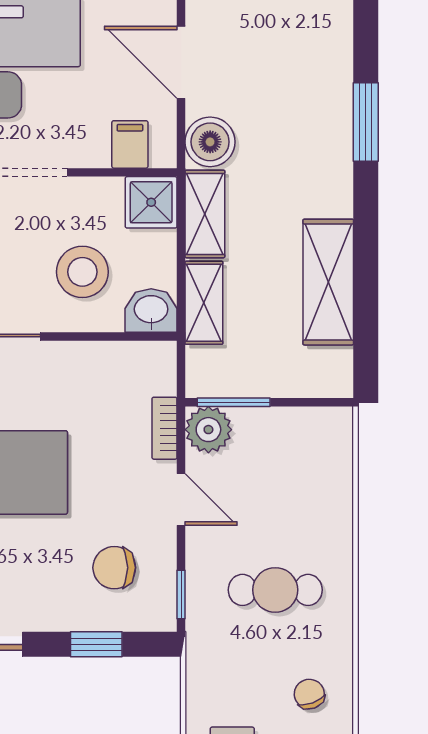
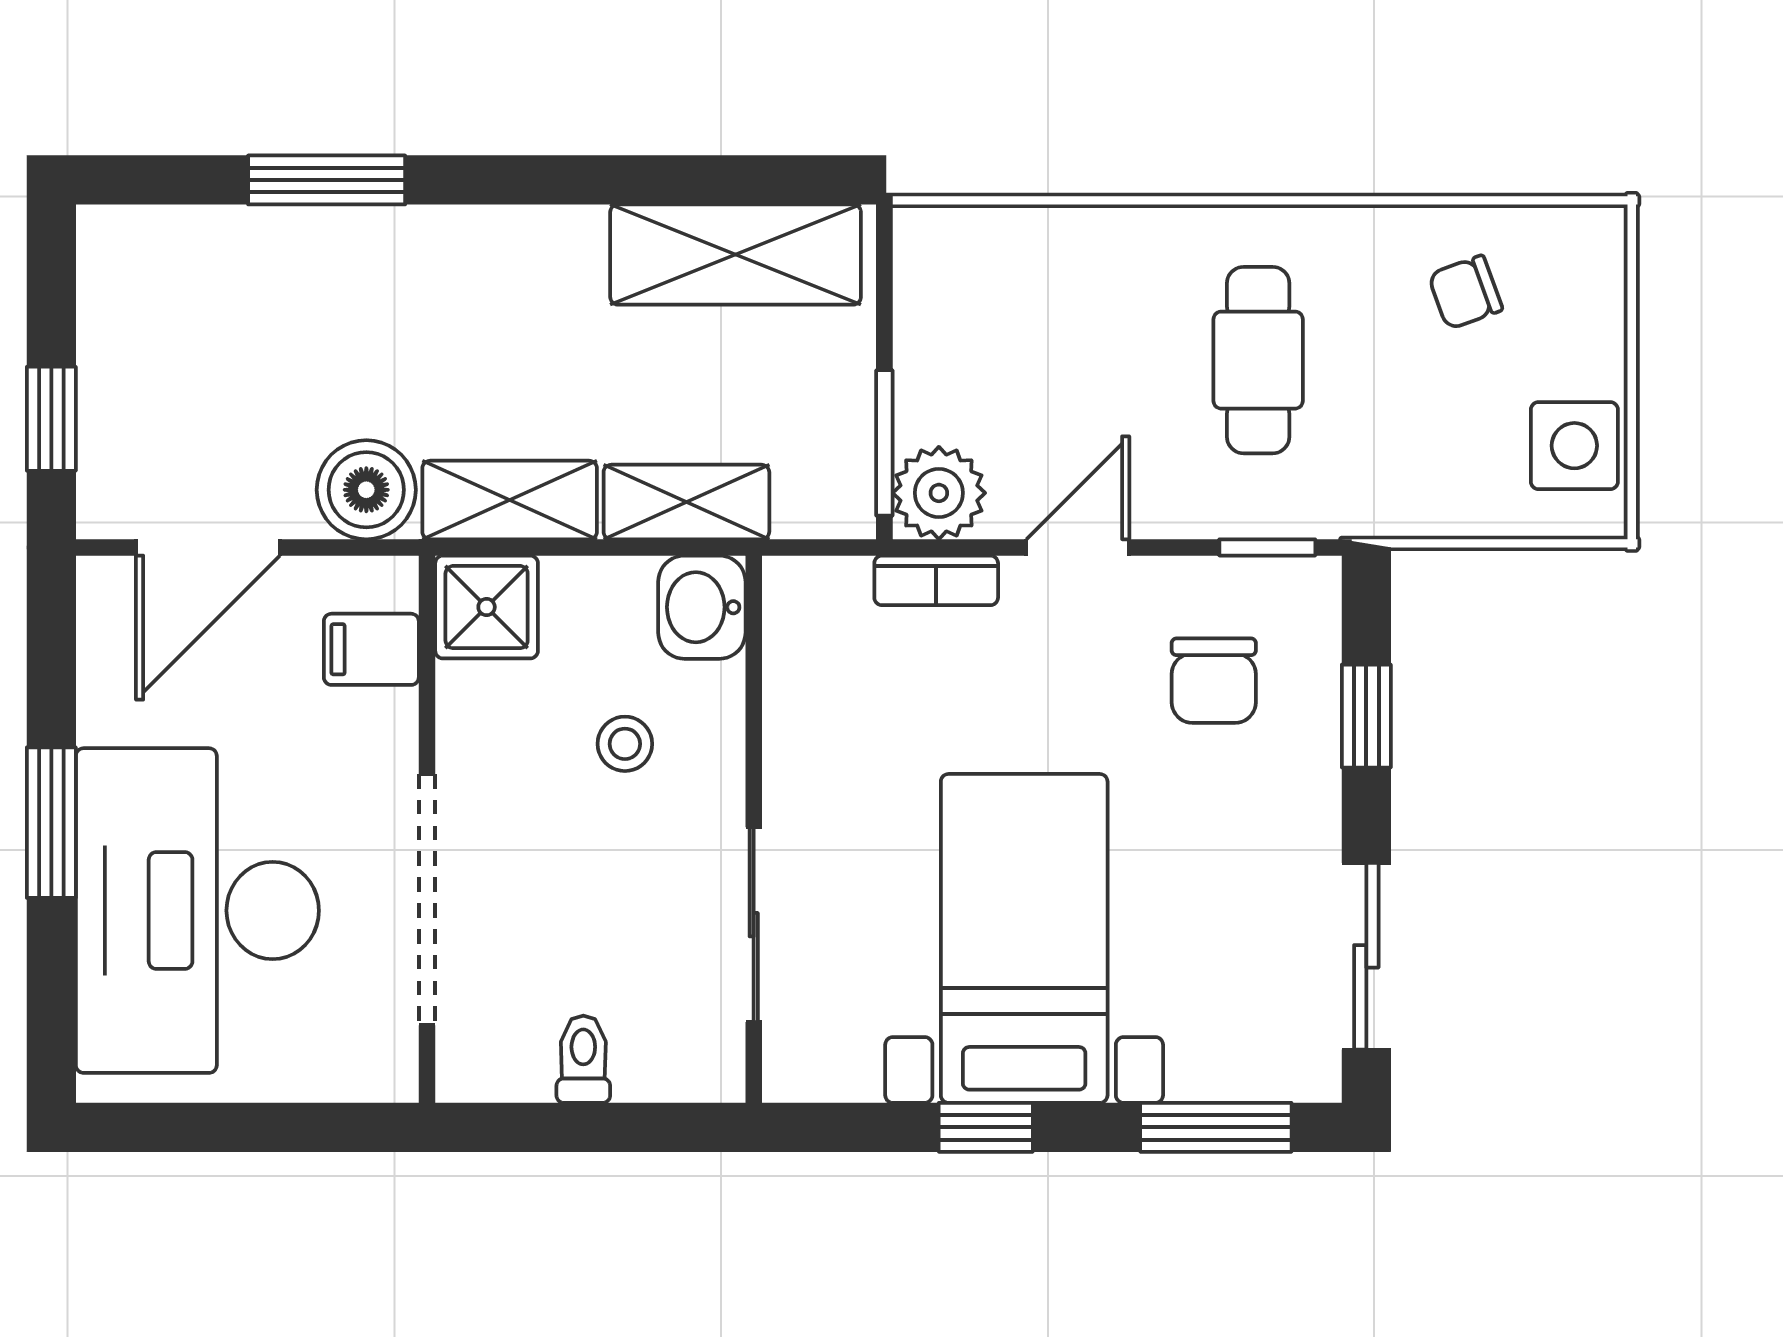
stool: (82, 272) -> (625, 744), width x0.53, depth x0.53
shelving: (328, 282) -> (736, 255), moved

